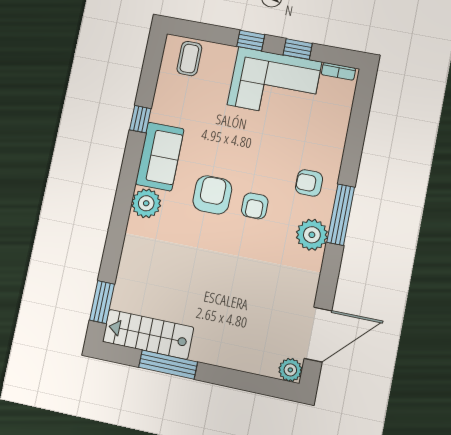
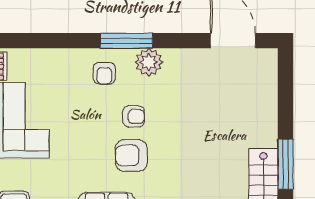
plant: (290, 370) -> (268, 58), removed

